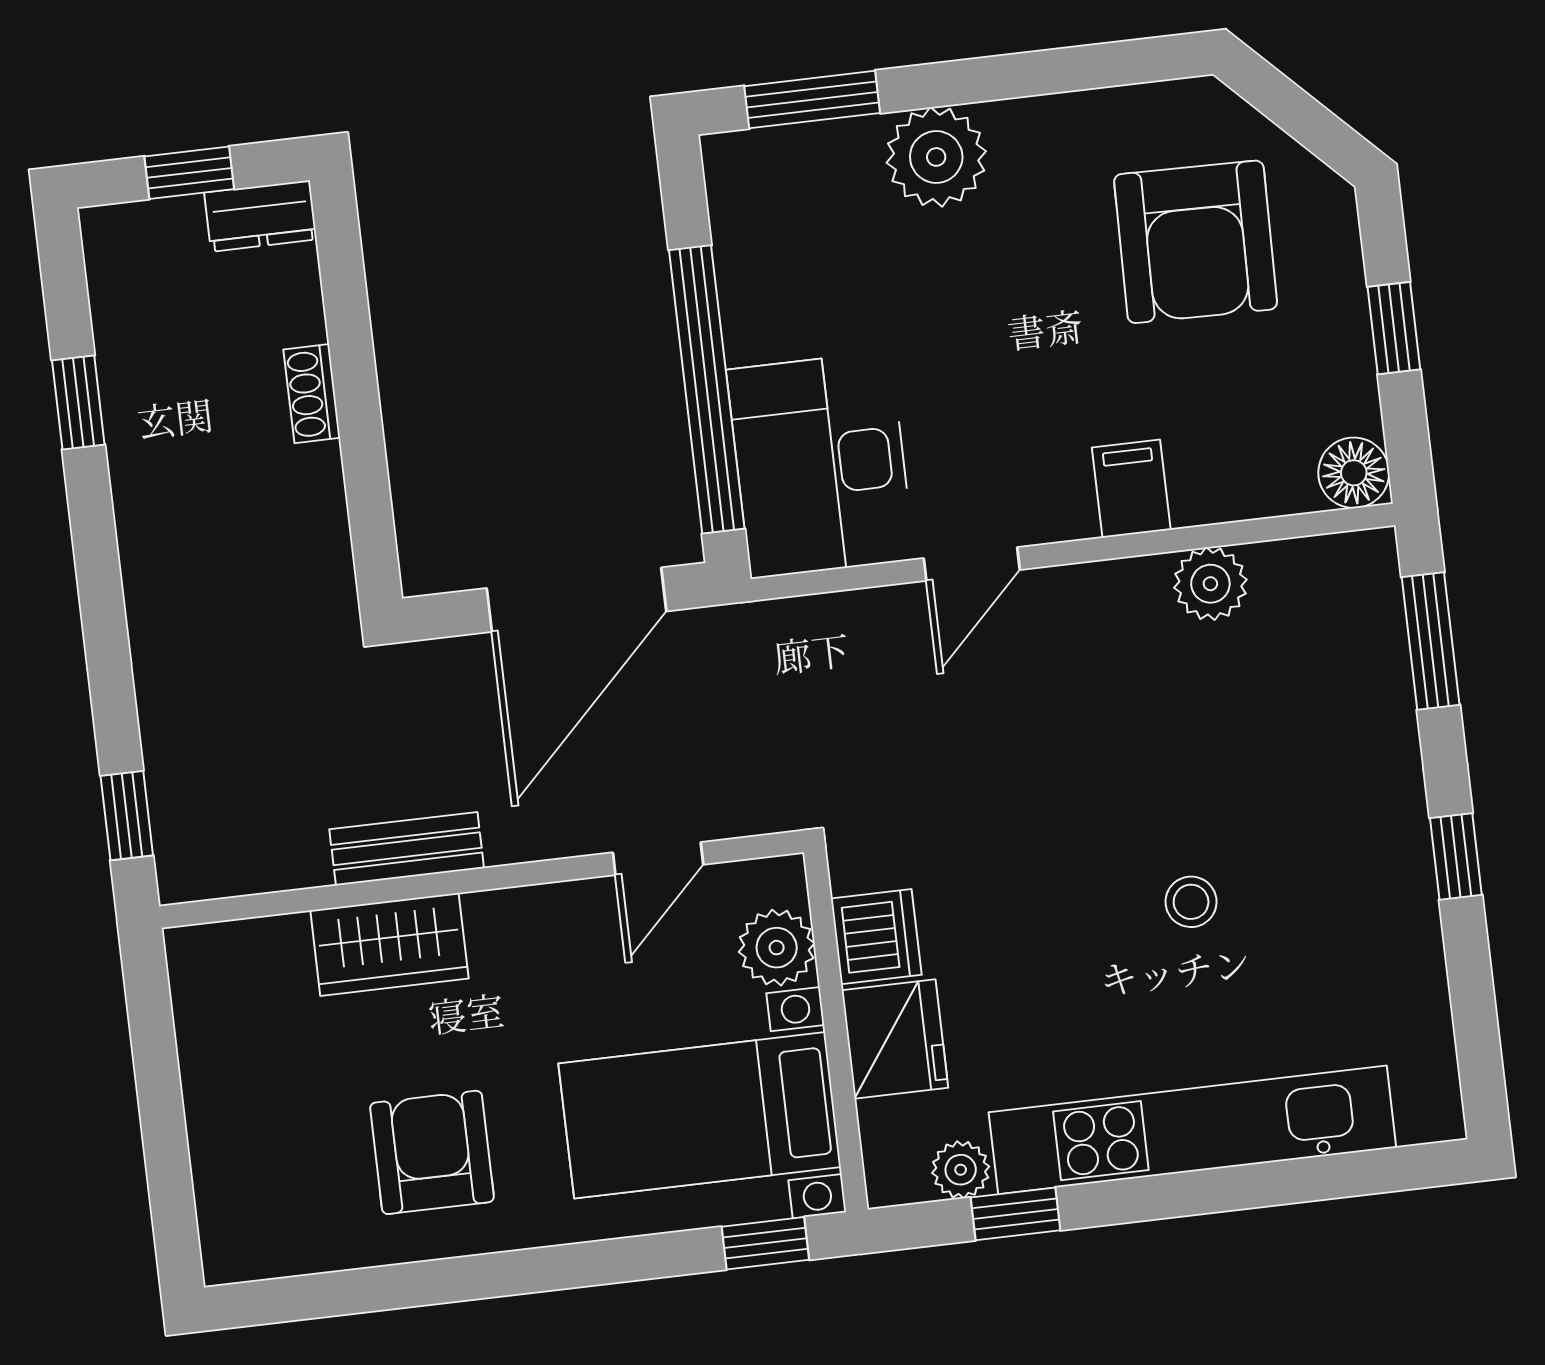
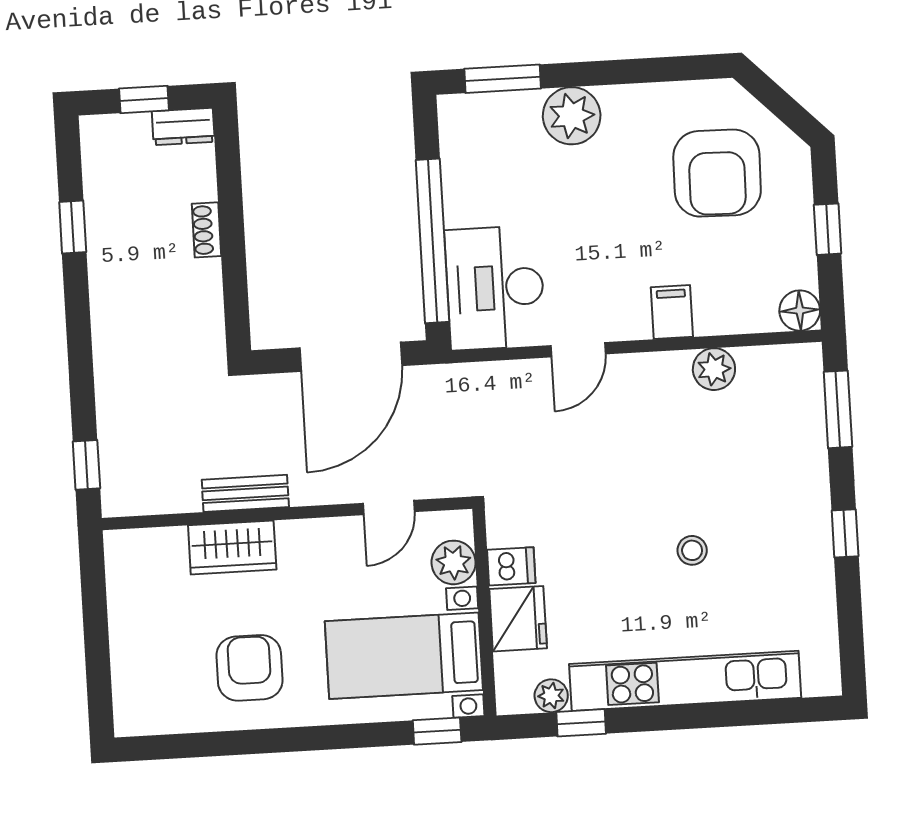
dishwasher: (876, 937) -> (511, 566), width x0.73

